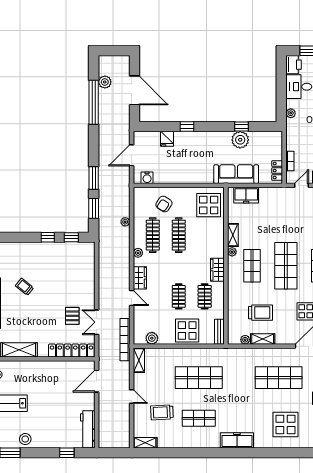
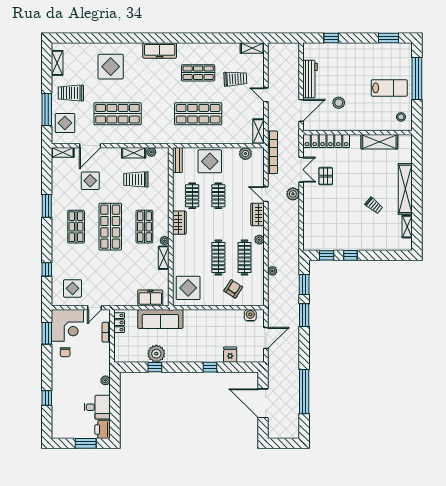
plant: (105, 82) -> (293, 194), moved
workbench: (88, 429) -> (310, 79), moved
stool: (25, 439) -> (339, 103), moved

